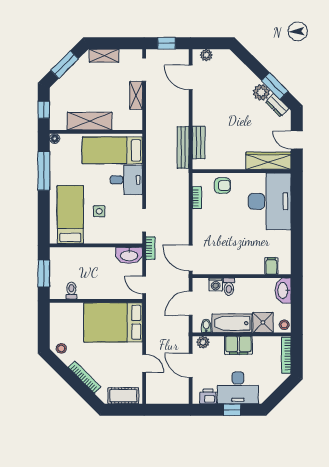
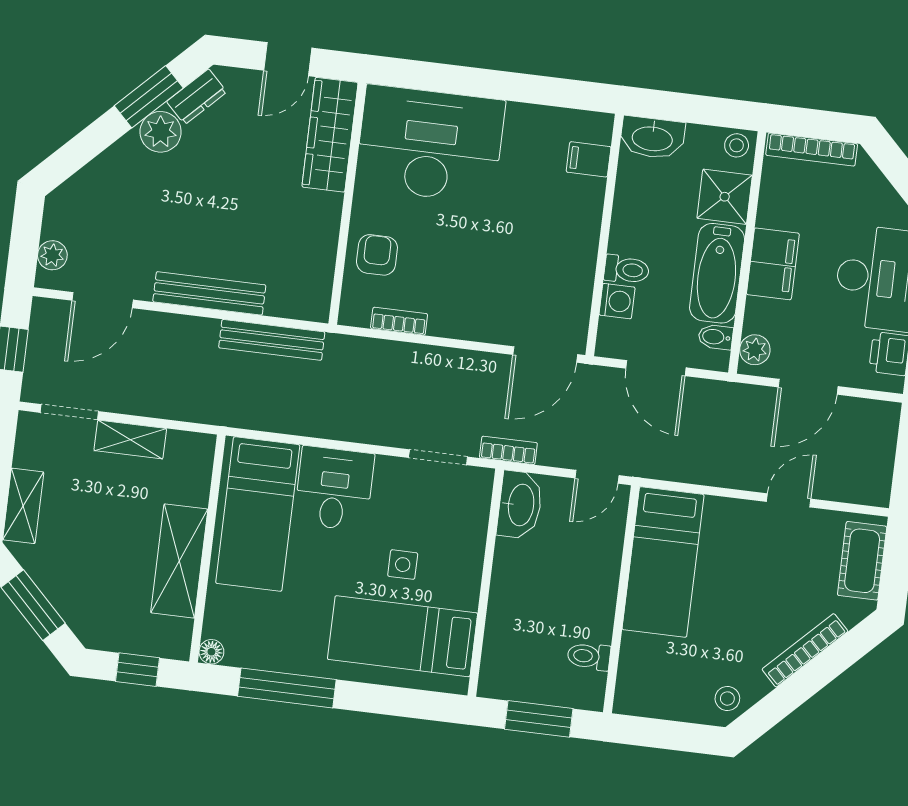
bench: (199, 143) -> (209, 293), moved, width x1.36
bed: (113, 322) -> (663, 562), width x0.67

